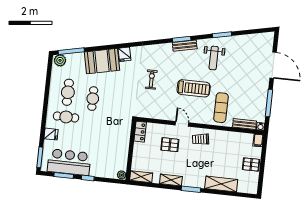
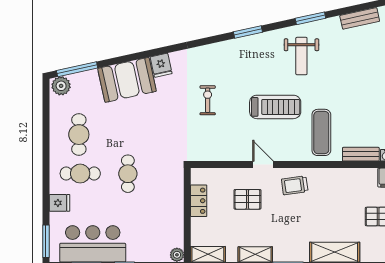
bench: (185, 46) -> (360, 18), moved
cafe table: (93, 99) -> (128, 174), moved
locker: (140, 132) -> (199, 201), moved

